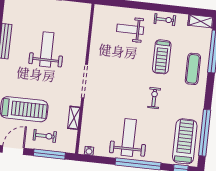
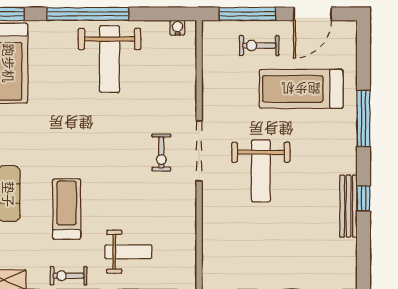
weight bench: (47, 49) -> (261, 171), moved
exercise bike: (154, 98) -> (161, 153), moved
shelving: (74, 118) -> (211, 83), removed

